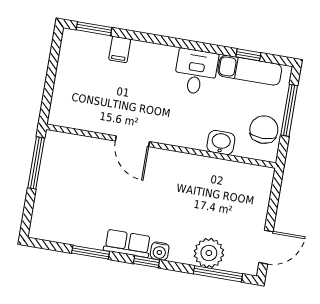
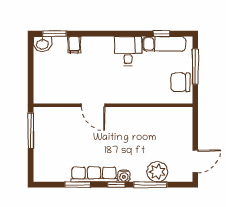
chair: (264, 130) -> (180, 82), turned -90
washbasin: (221, 143) -> (42, 44), moved, turned 180
row of seats: (127, 243) -> (94, 175), width x1.48
window: (218, 274) -> (150, 185), moved

